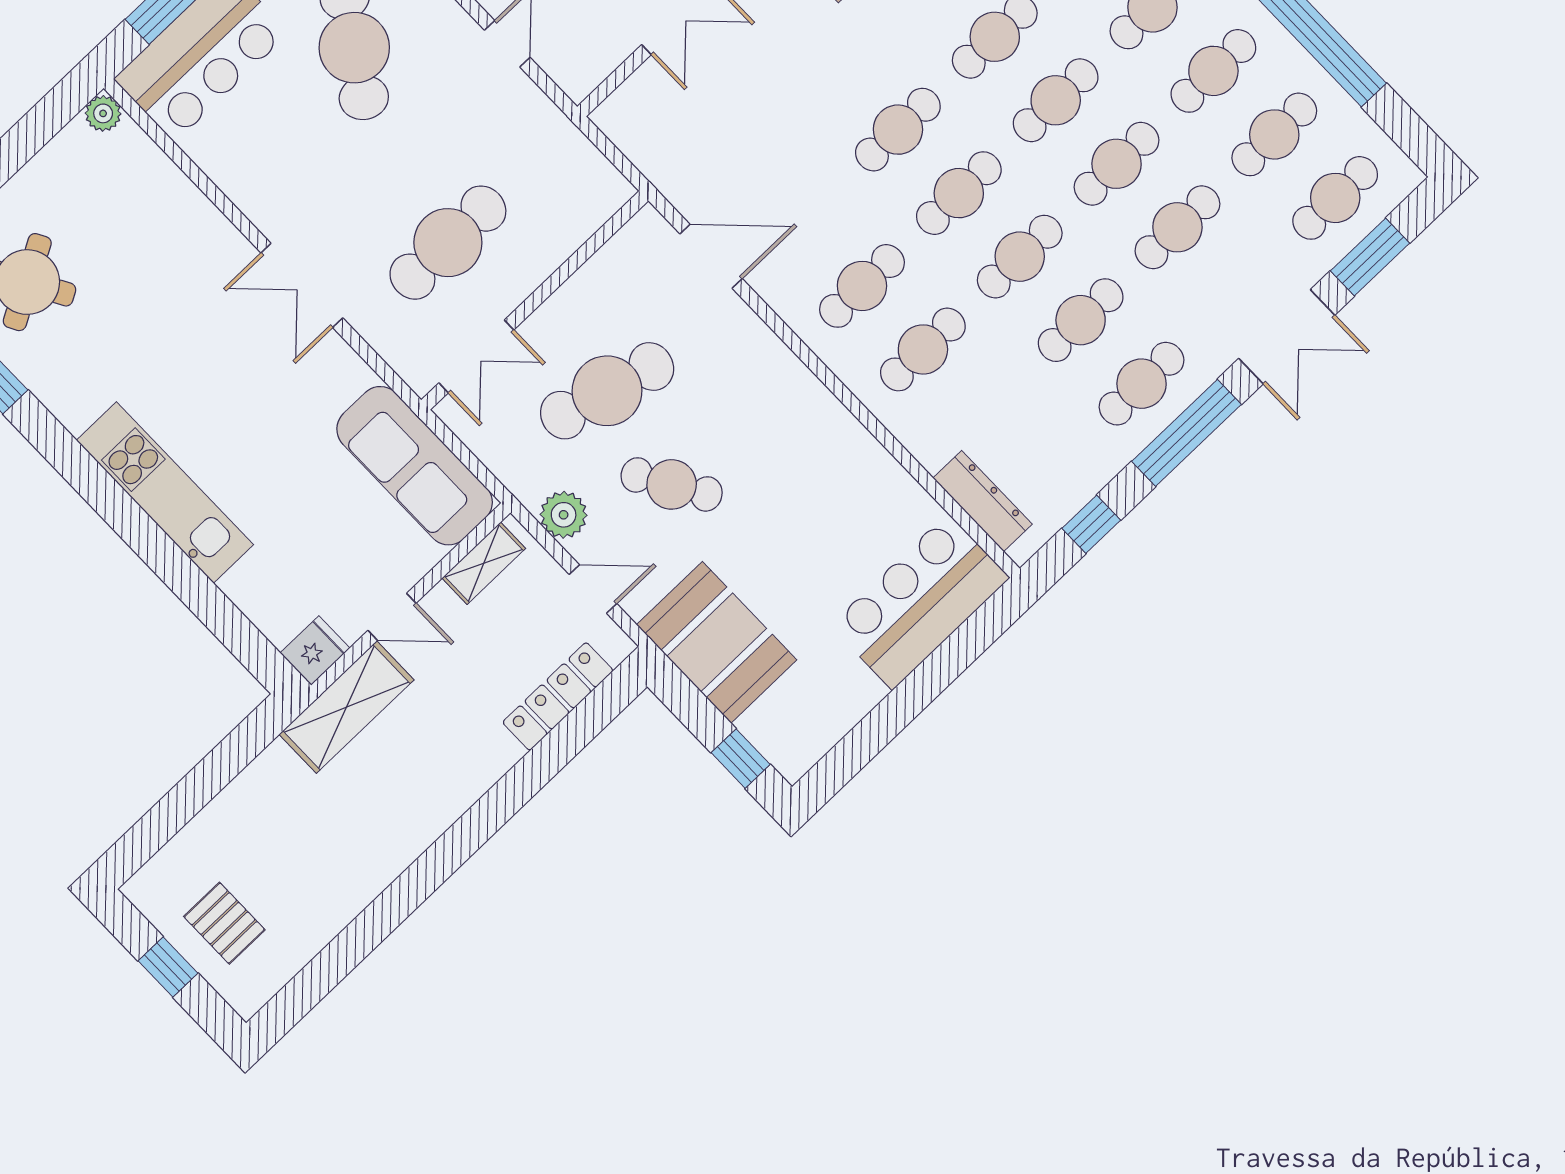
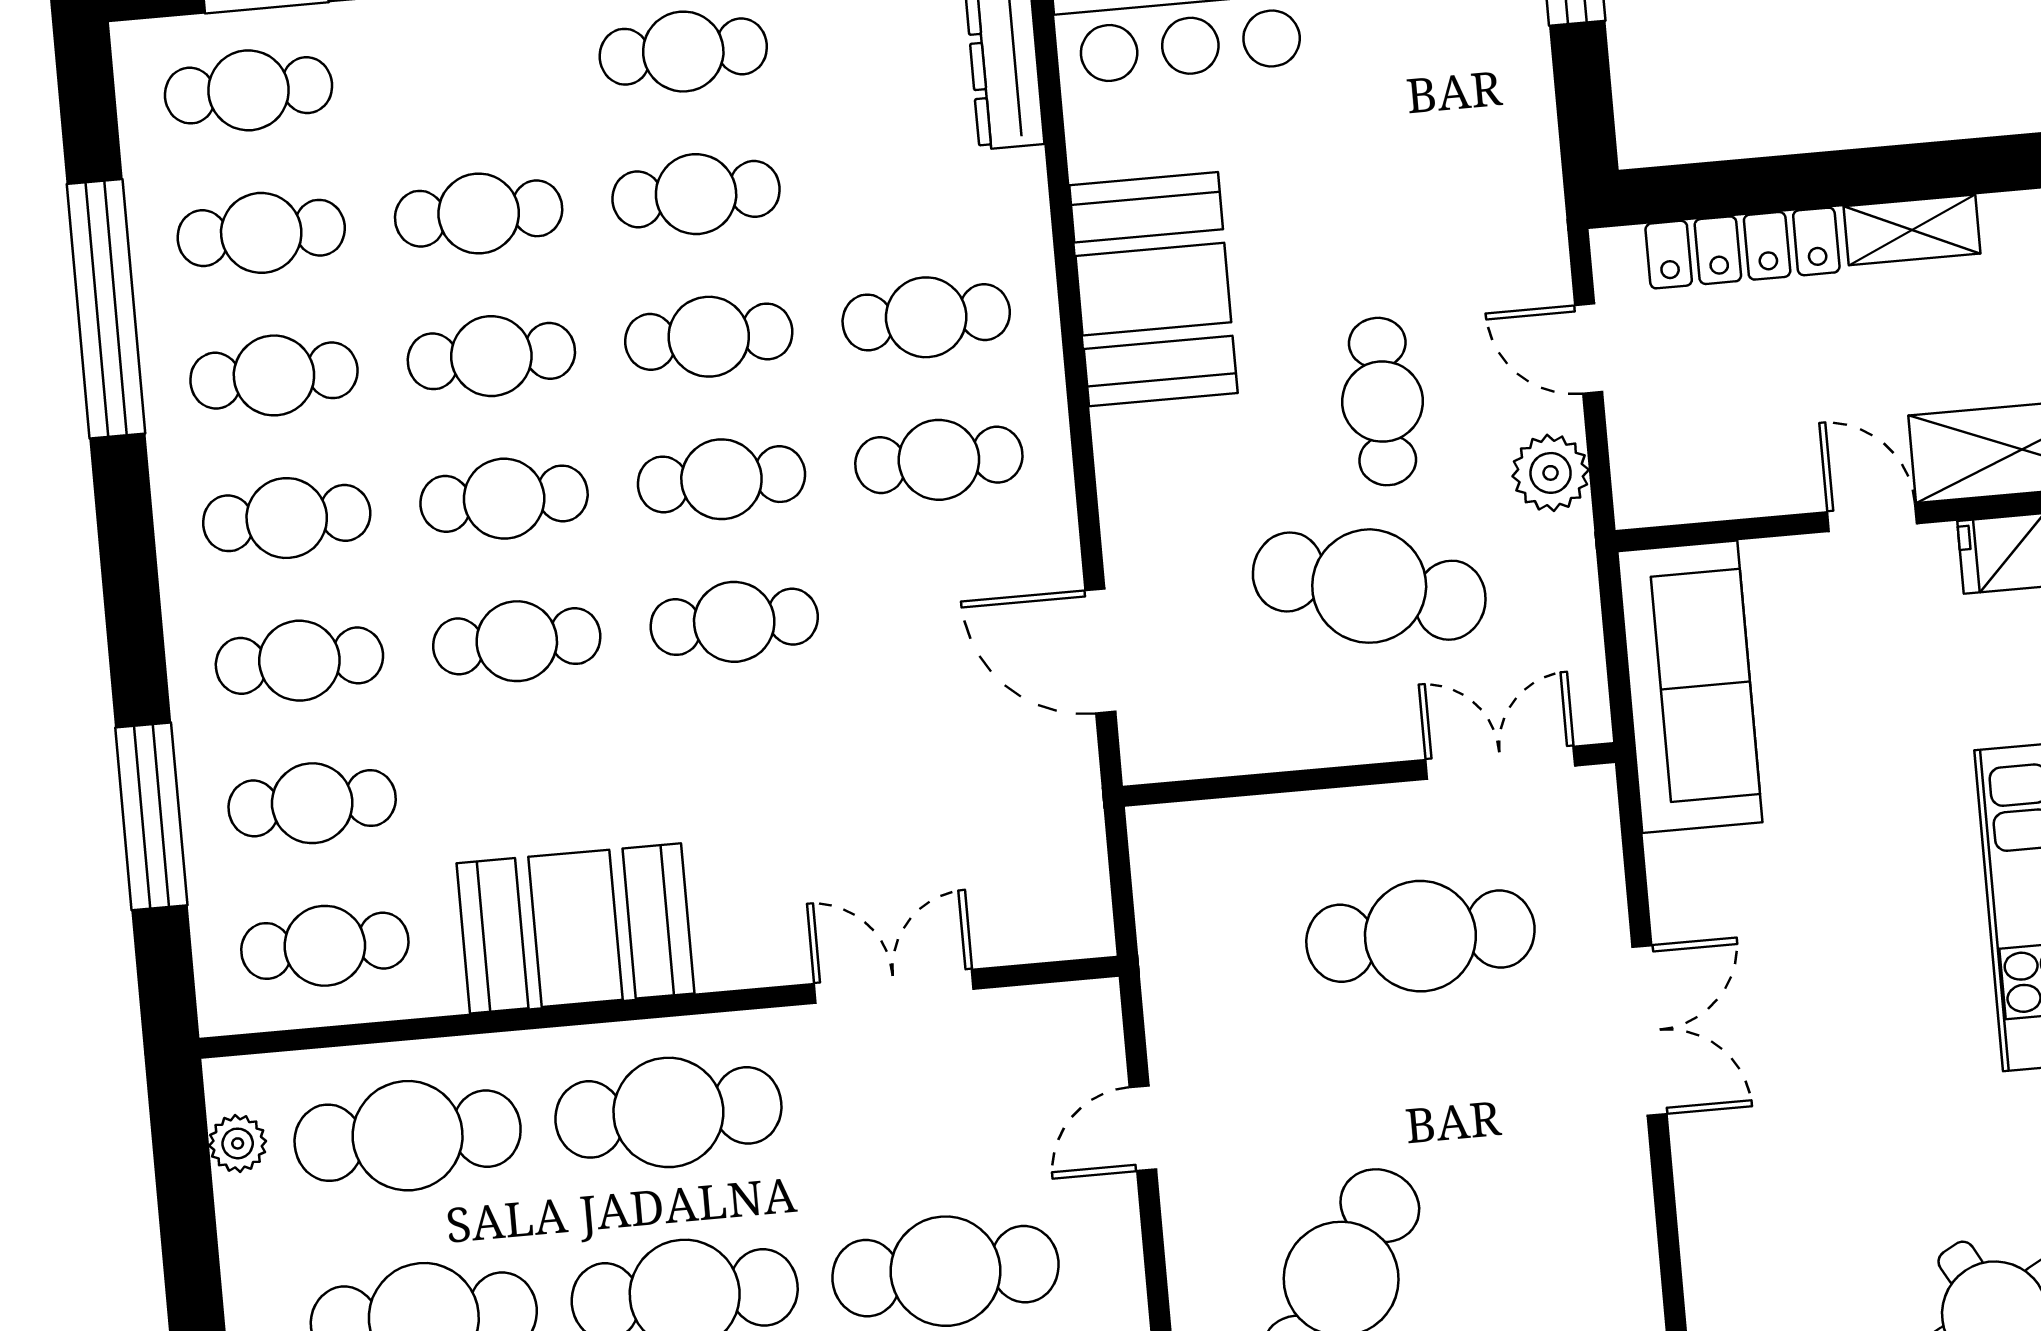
cafe table: (672, 484) -> (1382, 402), turned 31
shelving: (484, 563) -> (1912, 230), moved
booth: (717, 642) -> (1153, 289), moved

